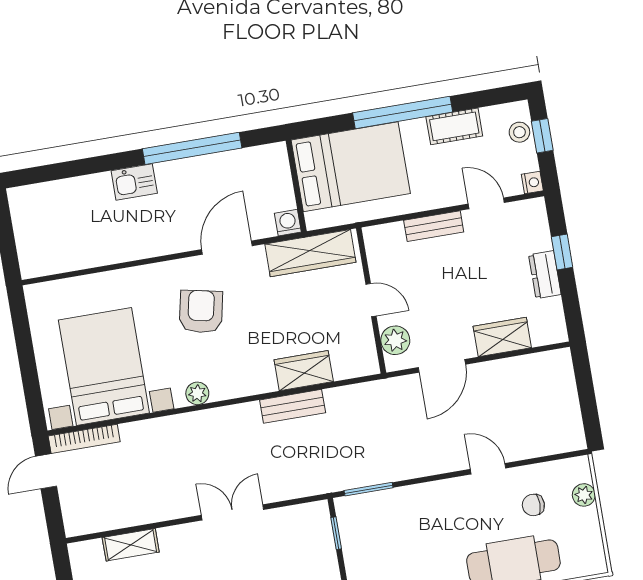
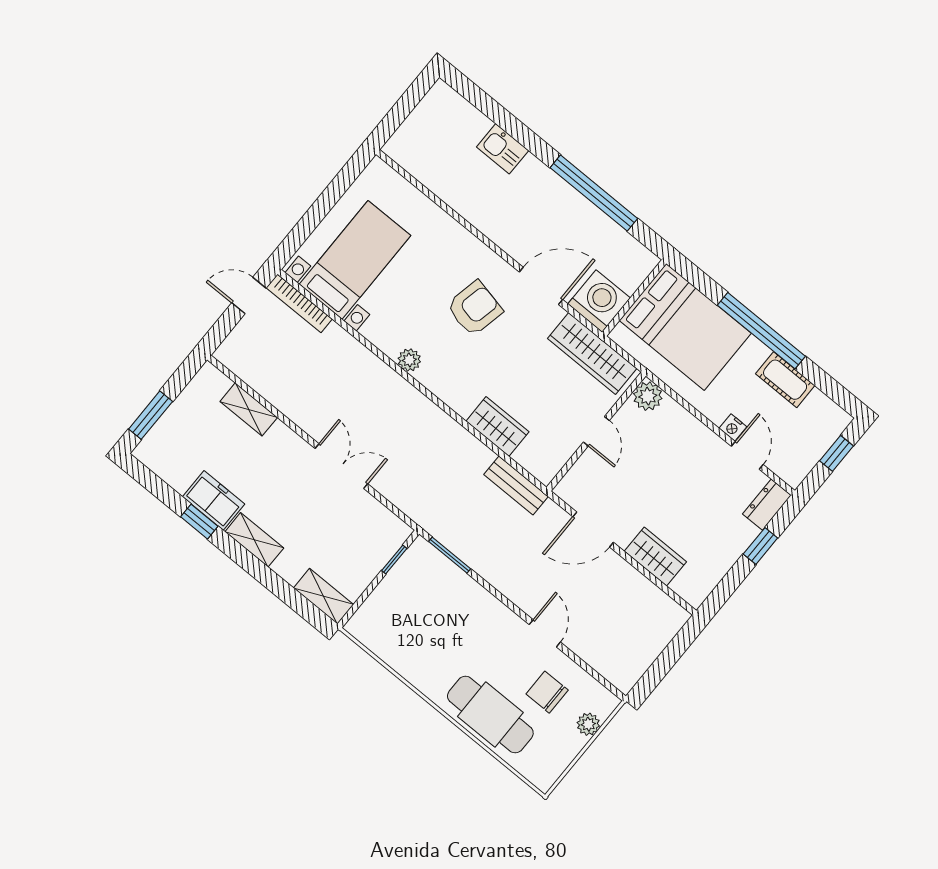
stool: (519, 132) -> (824, 434), removed
kitchen sink: (134, 182) -> (503, 149), moved
nightstand: (532, 182) -> (733, 427), moved, turned 90
washing machine: (288, 223) -> (599, 301), width x1.89, depth x1.89
bench: (434, 226) -> (695, 430), removed
dresser: (545, 275) -> (767, 505), moved
plant: (395, 340) -> (648, 396), moved
bed with nightstands: (104, 367) -> (355, 260), width x0.73
bench: (293, 406) -> (516, 485), moved
chair: (533, 505) -> (547, 692), width x1.37, depth x1.37

